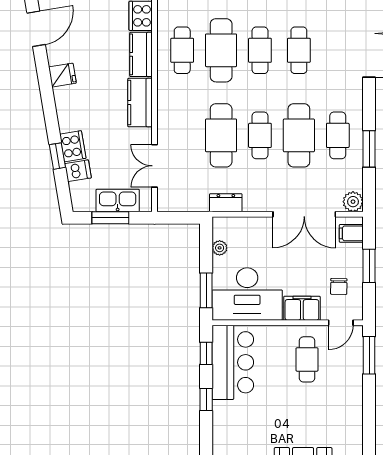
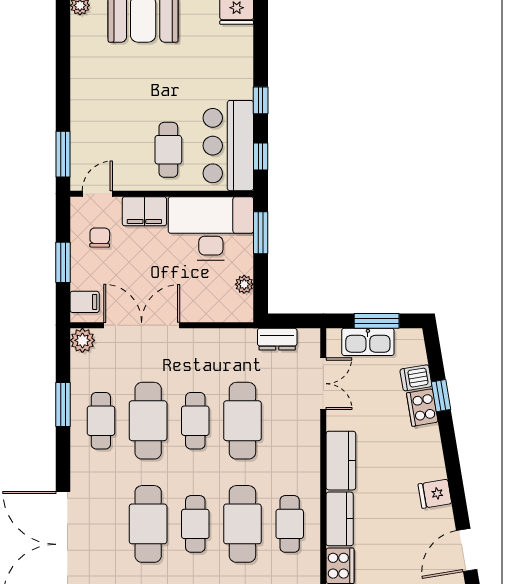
cafe table: (299, 50) -> (148, 524), width x1.37, depth x1.35
dresser: (226, 203) -> (277, 339), moved
cafe table: (307, 359) -> (168, 150), moved

